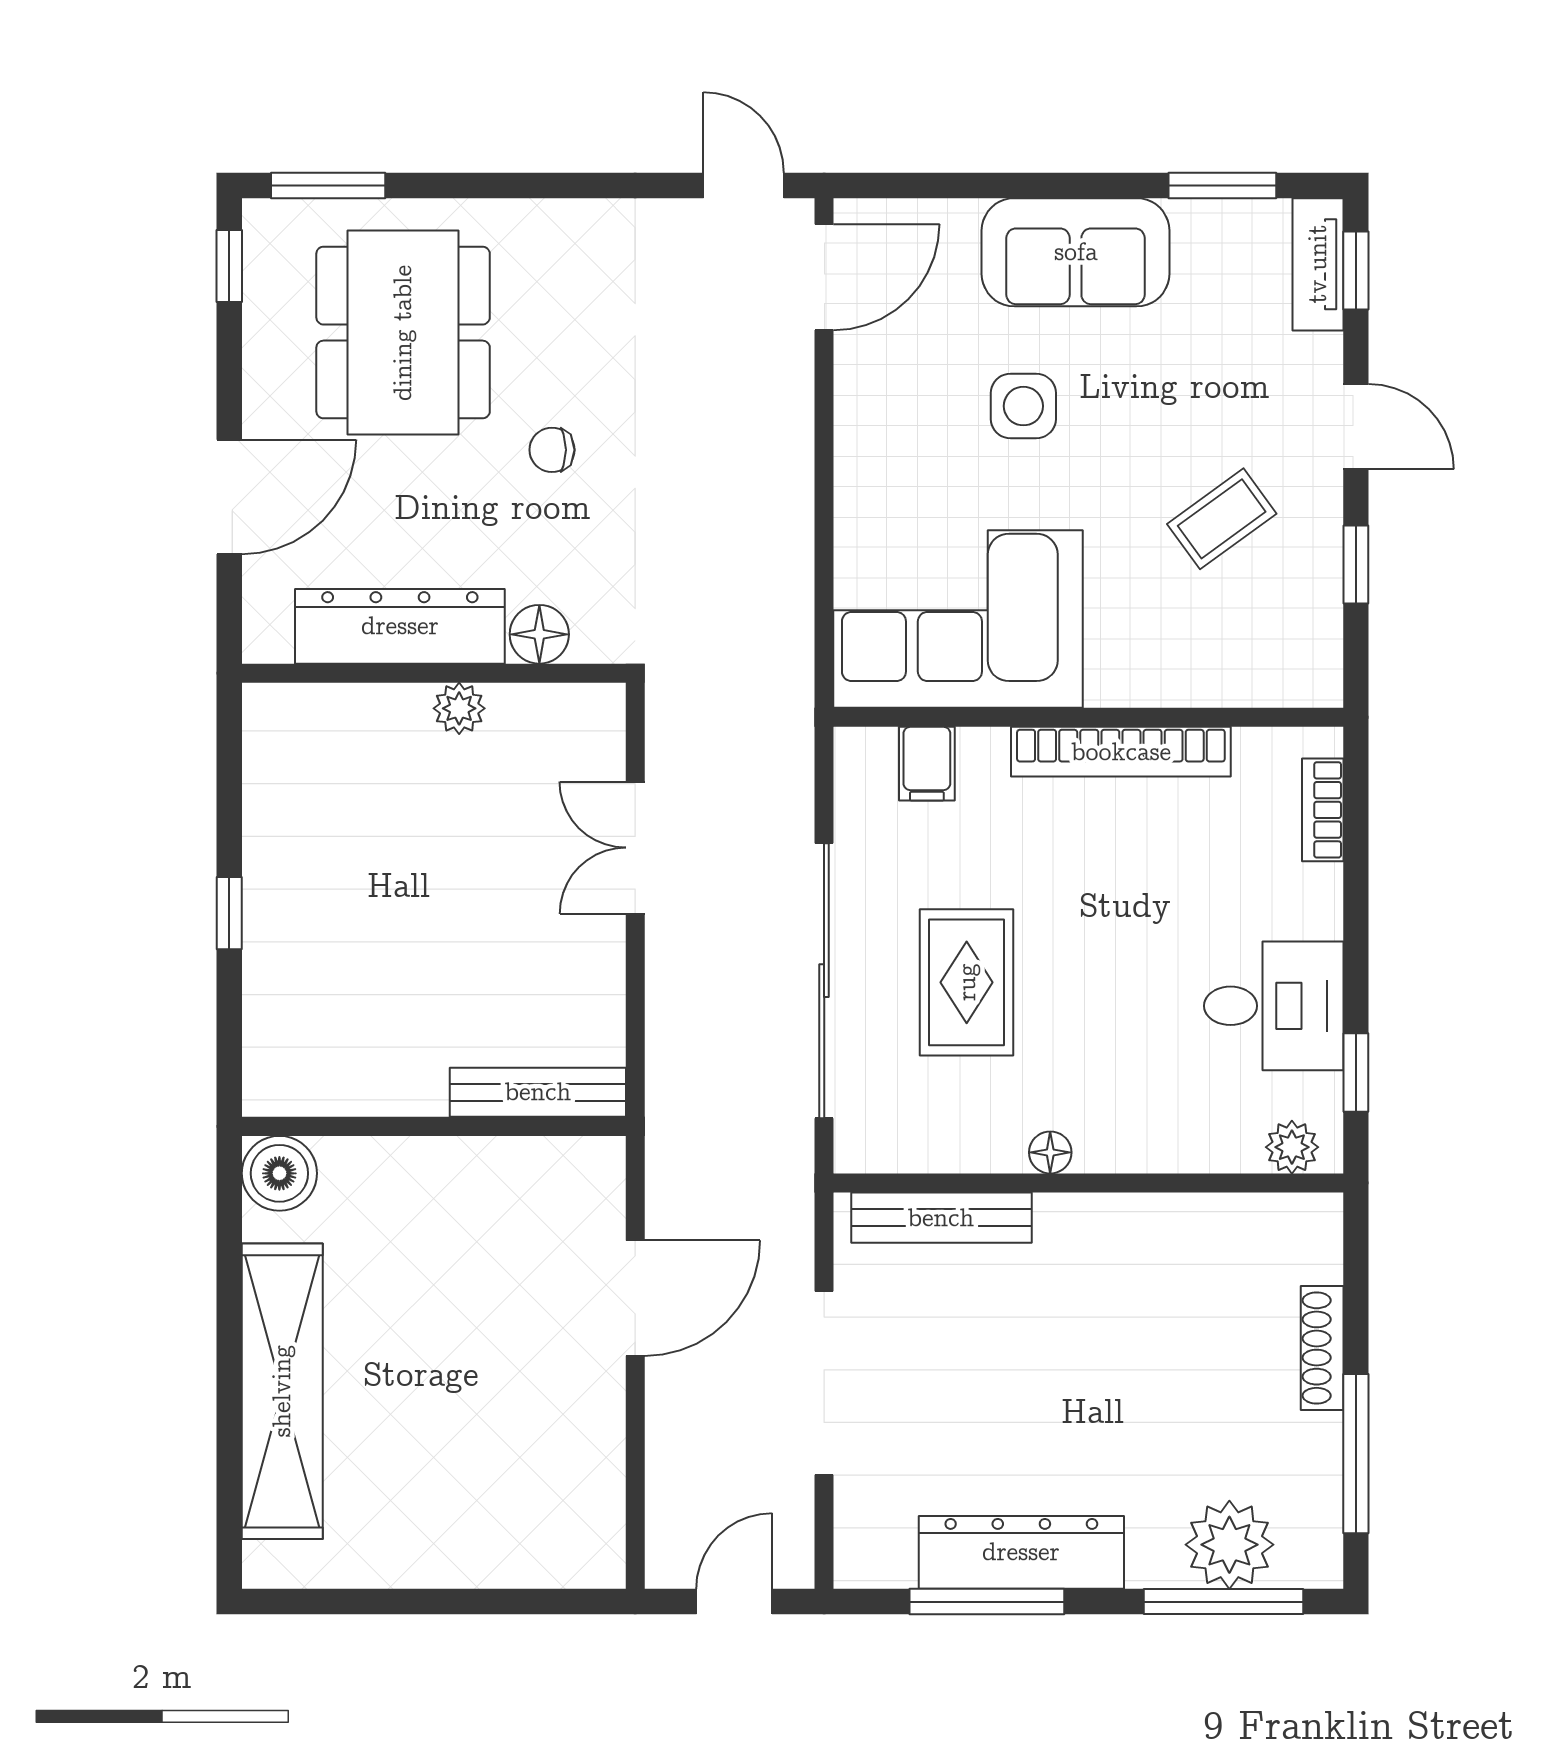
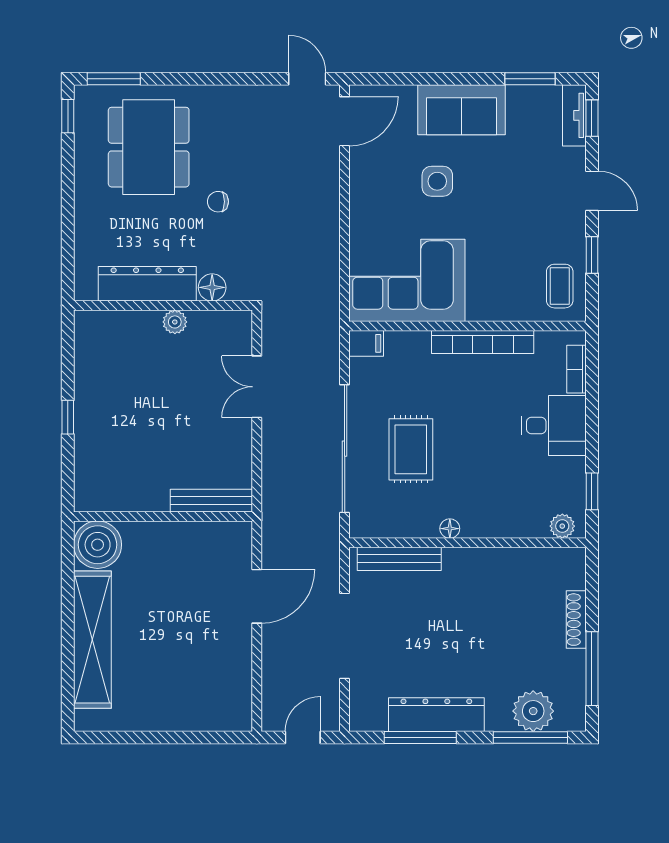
door: (229, 497) -> (68, 224), removed
coffee table: (1222, 519) -> (560, 286), moved, turned -54
filing cabinet: (927, 764) -> (366, 343), moved, turned -90
desk: (1274, 1006) -> (554, 425), moved
boiler: (279, 1173) -> (98, 545), width x1.37, depth x1.37

